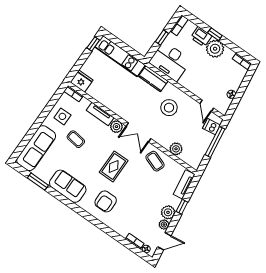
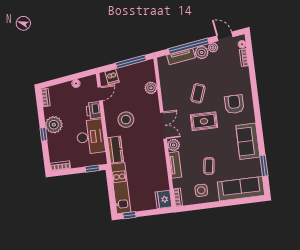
printer: (201, 37) -> (94, 110), moved, turned 180
window: (162, 38) -> (92, 169), moved
desk: (170, 61) -> (90, 137), moved
window: (215, 142) -> (131, 62), moved
coffee table: (155, 161) -> (198, 93), moved
tv unit: (184, 184) -> (181, 56), moved
armchair: (106, 201) -> (234, 104), turned -90
window: (182, 207) -> (189, 46), width x3.17

